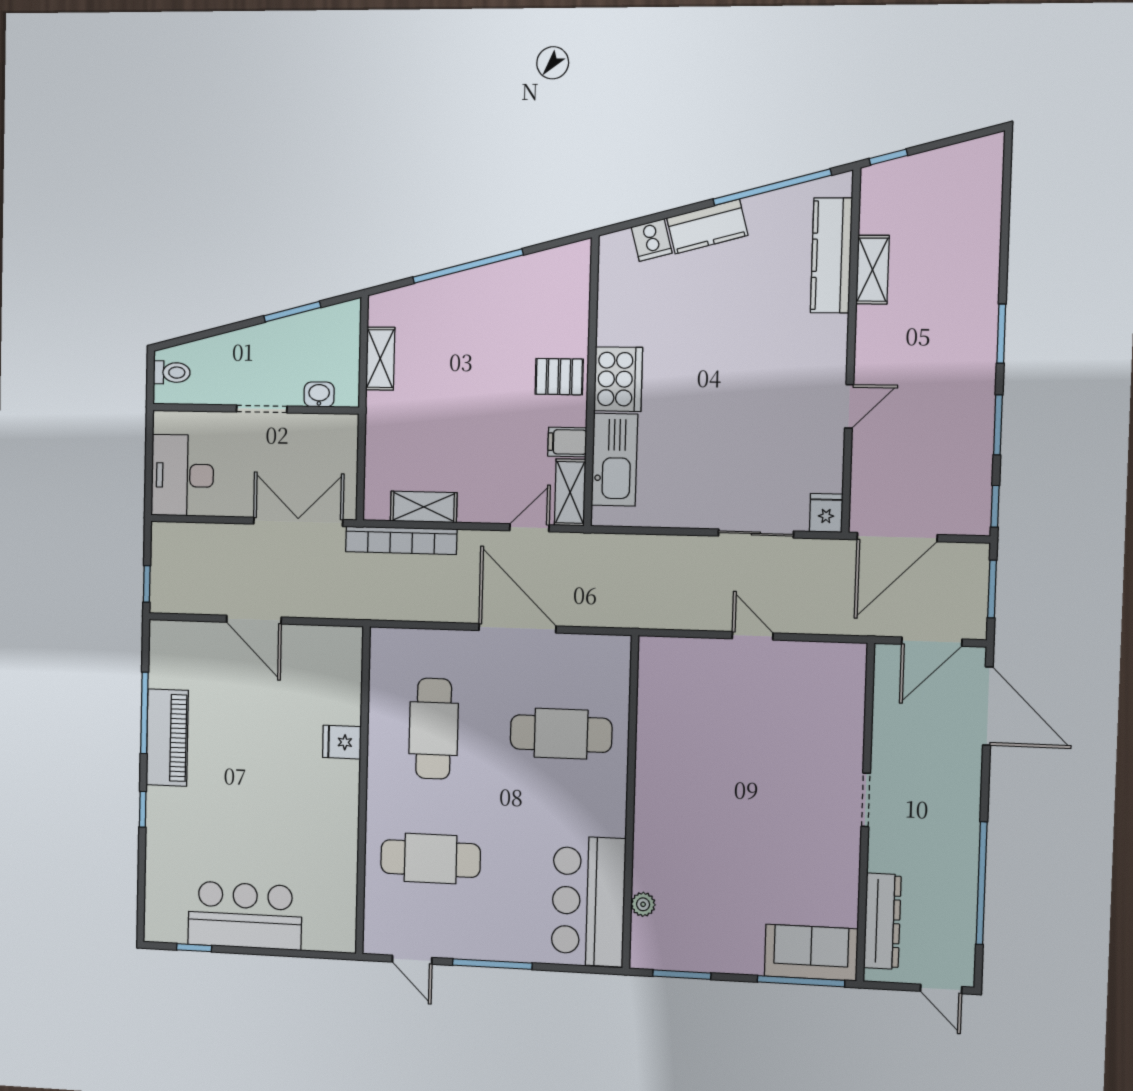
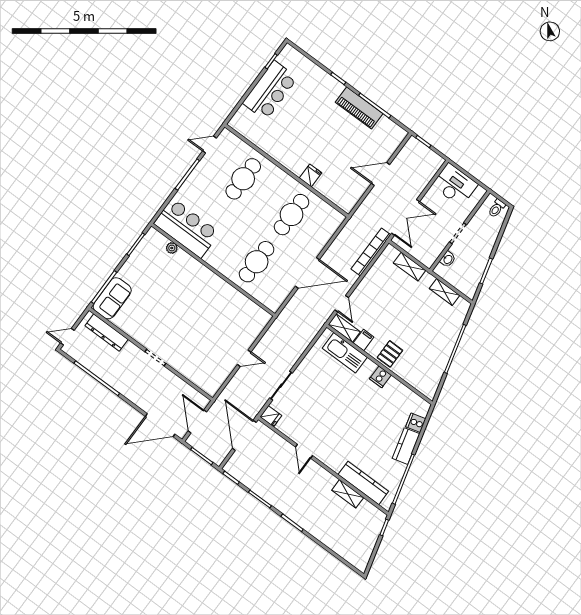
cooker: (618, 379) -> (380, 377), width x0.53, depth x0.76
shelving: (424, 507) -> (410, 267), moved, turned 90
cafe table: (434, 729) -> (292, 215), turned 90

